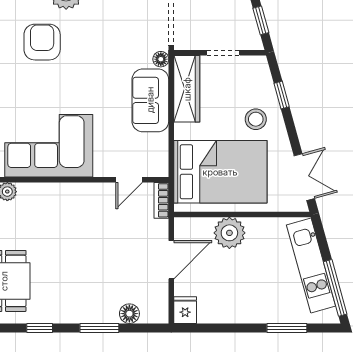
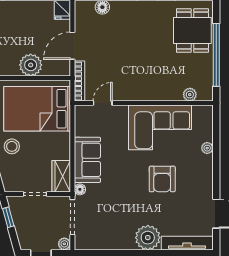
armchair: (42, 42) -> (162, 179), moved
wardrobe: (187, 89) -> (61, 176), width x0.67
bookcase: (161, 200) -> (79, 81), width x1.56

